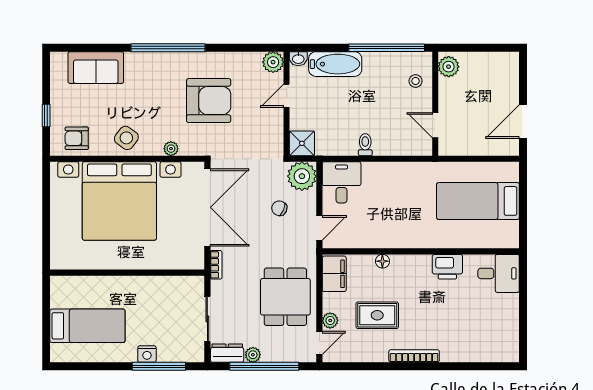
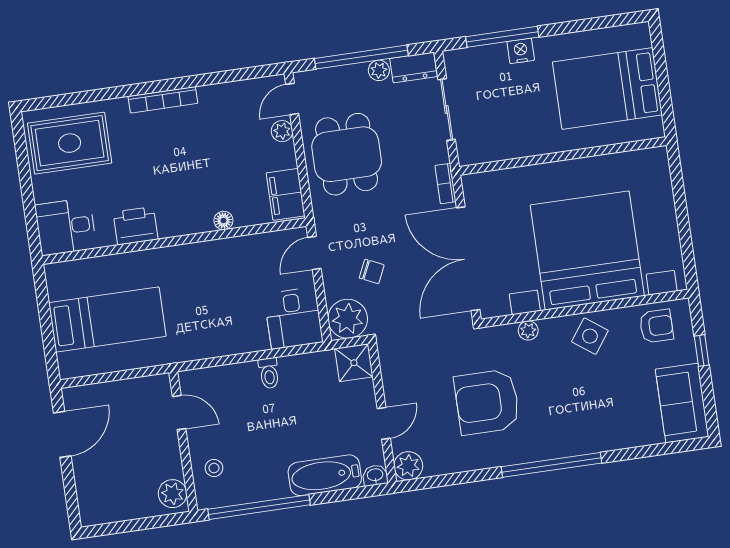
sofa: (96, 68) -> (682, 403), moved, turned -90
rug: (377, 315) -> (70, 143), moved, width x1.36, depth x1.43
bed: (87, 326) -> (607, 88), width x1.50

